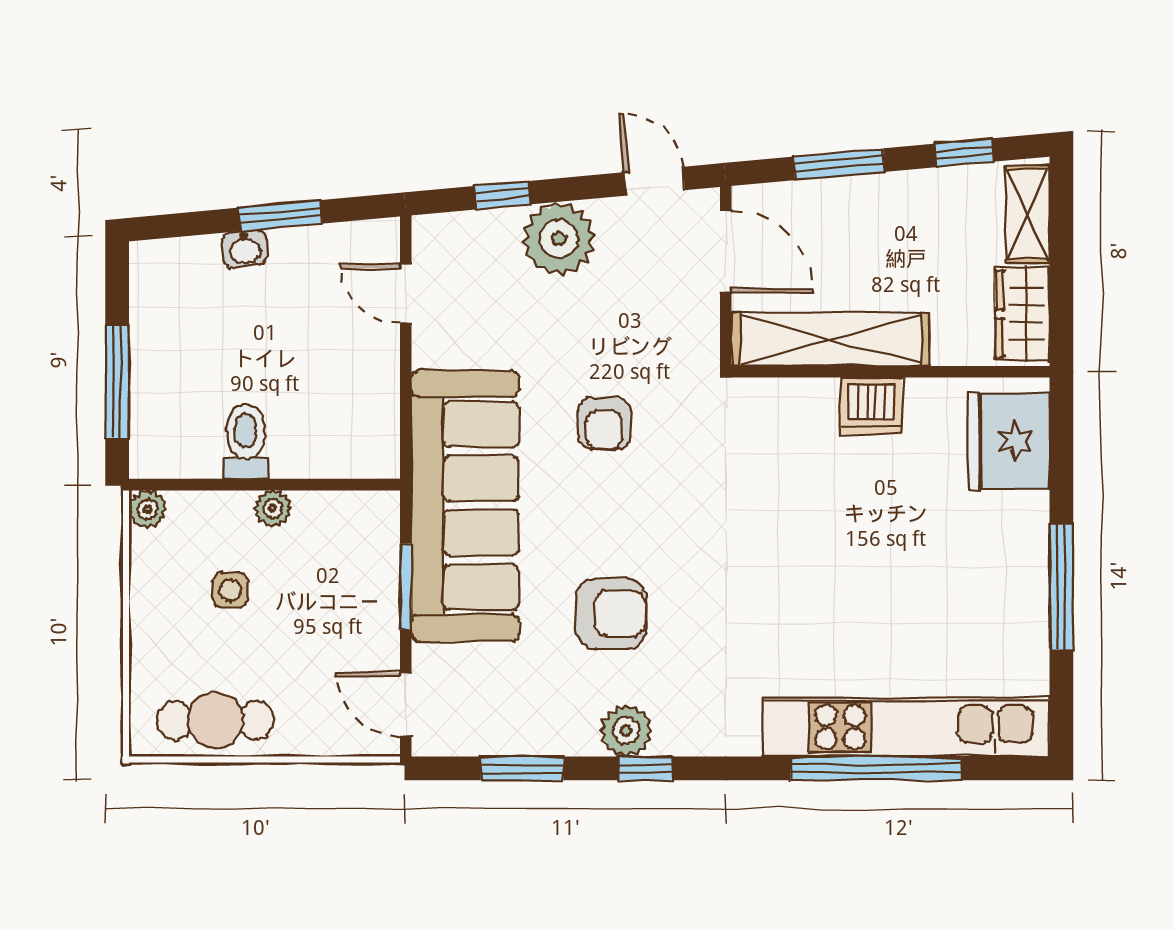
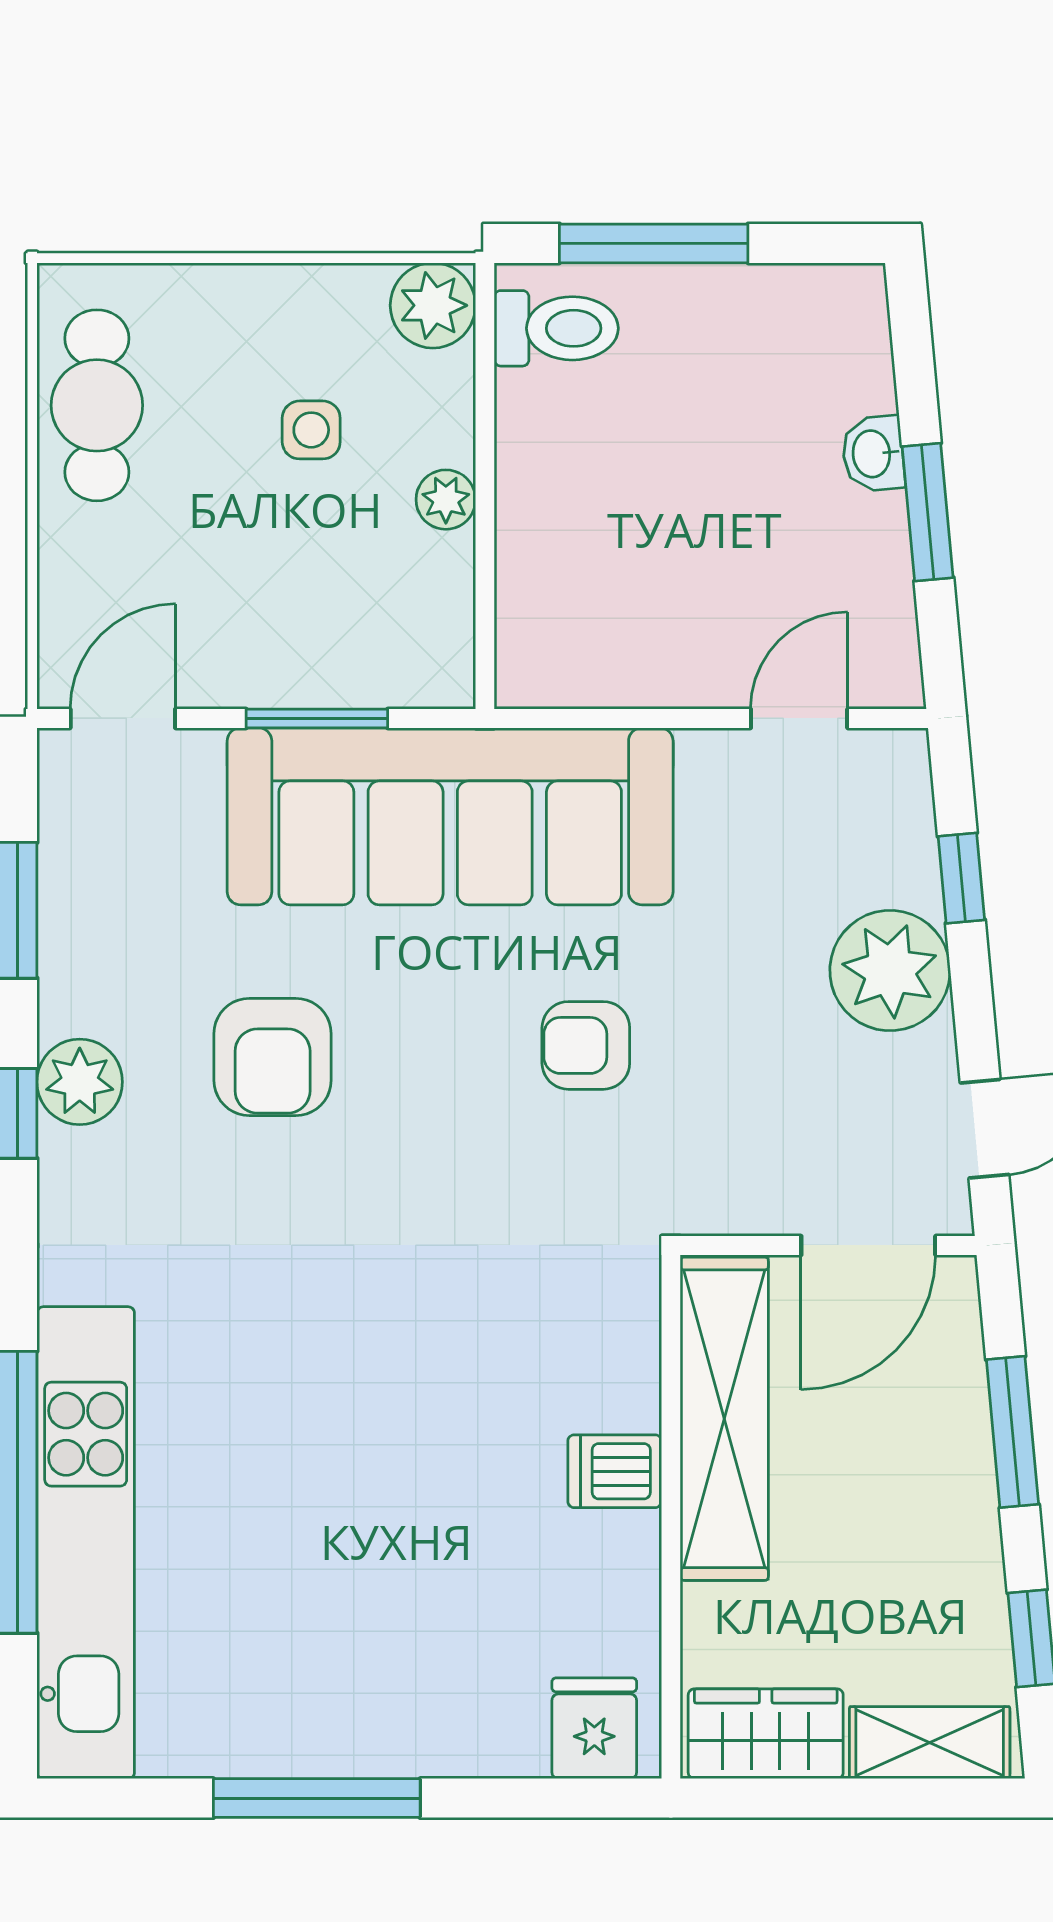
dishwasher: (871, 406) -> (615, 1471), width x0.73
toilet: (246, 441) -> (556, 328), moved
fridge: (1009, 441) -> (594, 1728), width x0.53, depth x0.75
plant: (148, 509) -> (433, 305), width x1.38, depth x1.38

